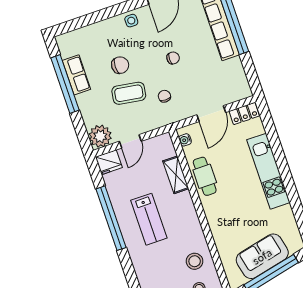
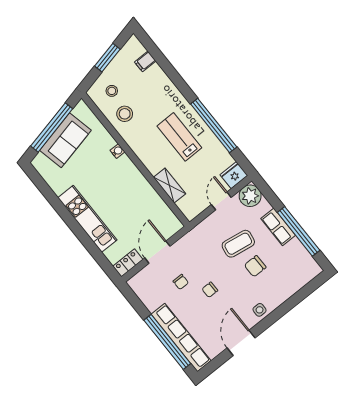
row of seats: (76, 75) -> (278, 227), moved
chair: (164, 96) -> (181, 282), moved
water cooler: (185, 140) -> (117, 151), moved
cafe table: (205, 176) -> (143, 194), removed

